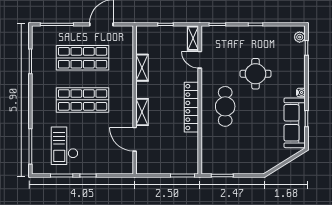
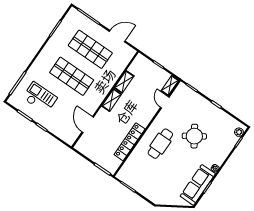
round table: (256, 74) -> (194, 136), turned -33
locker: (191, 107) -> (130, 142), moved
shelving: (142, 112) -> (112, 100), moved
checkout: (65, 146) -> (40, 98), turned 90

